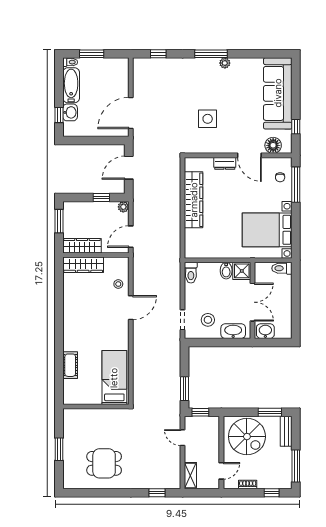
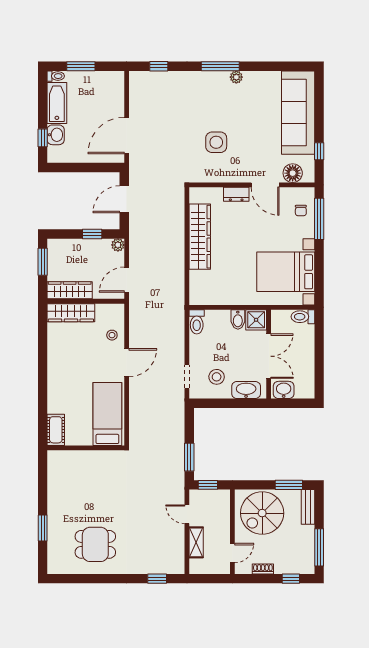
bed: (114, 378) -> (107, 414), moved
wall: (96, 407) -> (86, 448), moved
spiral stairs: (247, 437) -> (262, 513), turned 90
shelving: (190, 476) -> (196, 542), moved

